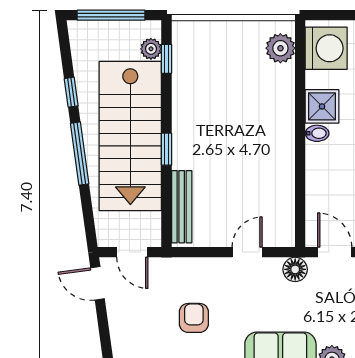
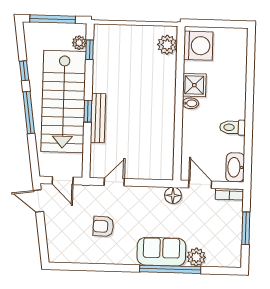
bench: (182, 207) -> (98, 118), moved
door: (247, 252) -> (114, 182), moved
armchair: (194, 318) -> (103, 226), turned -88

